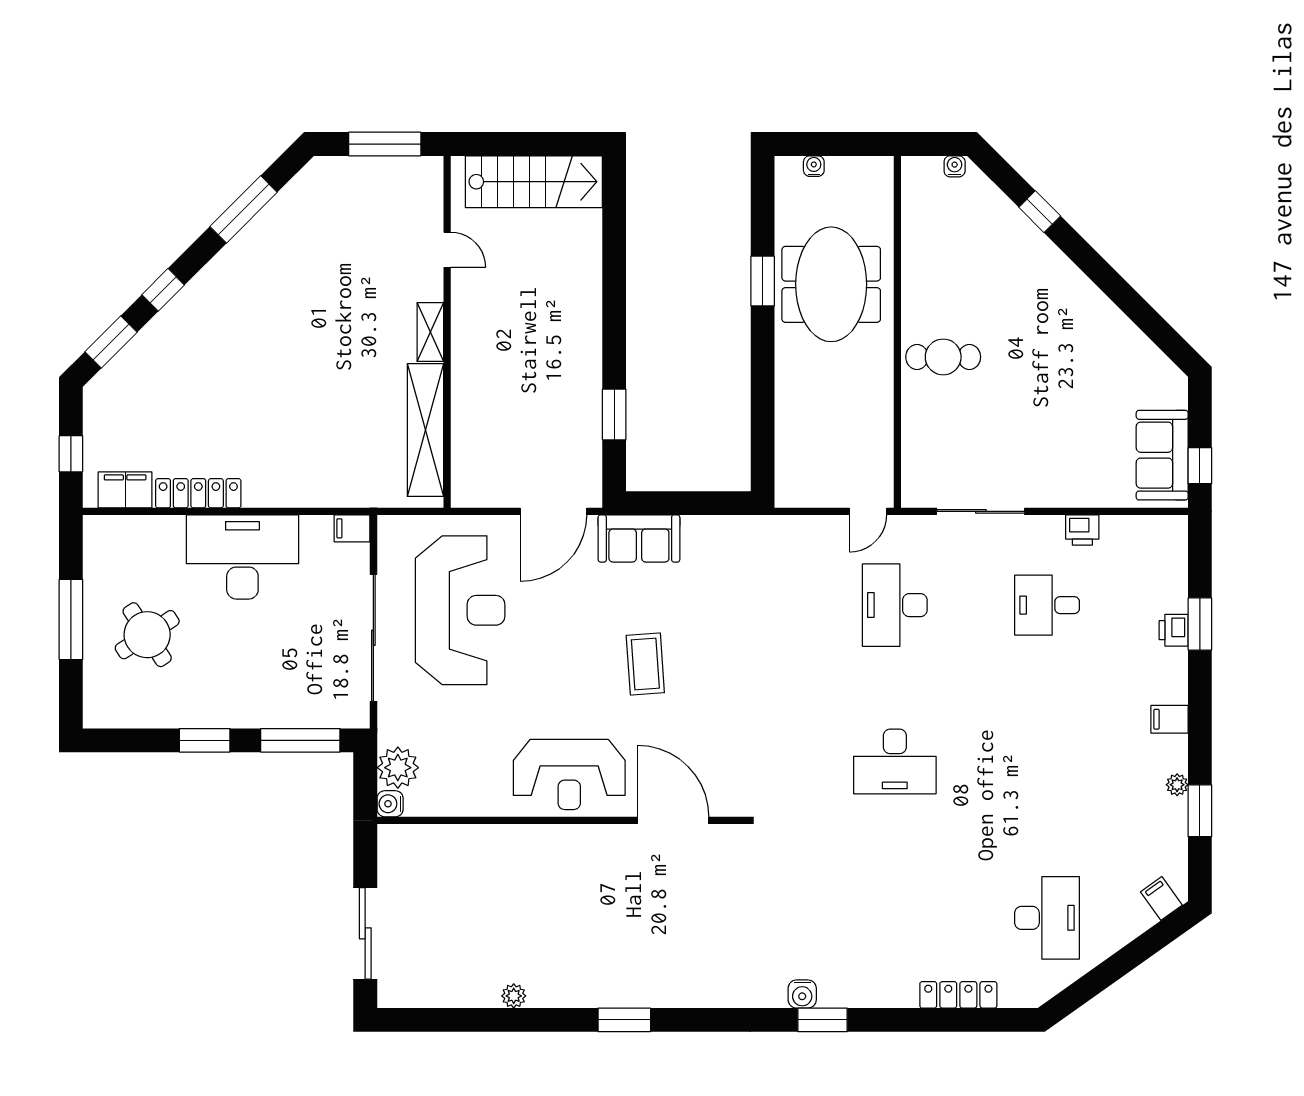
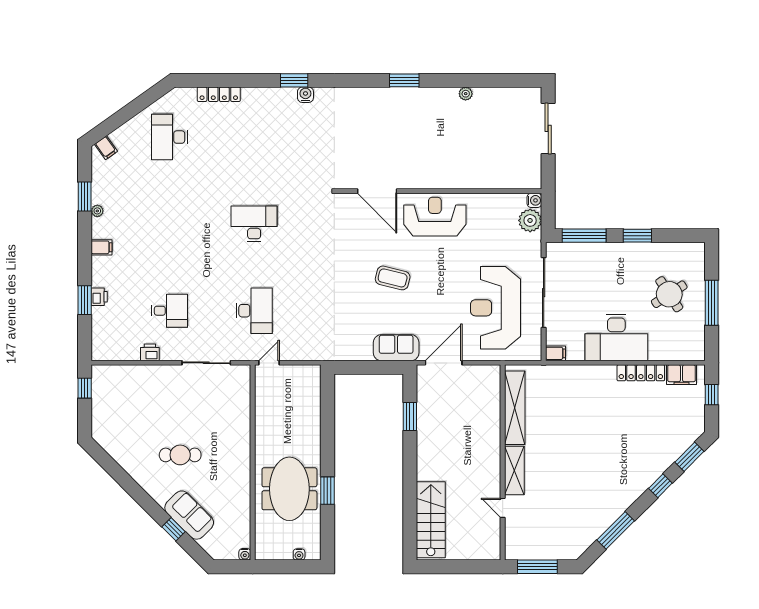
water cooler: (955, 166) -> (245, 554), moved
stairs: (534, 182) -> (431, 520), moved, turned 90
shelving: (430, 332) -> (514, 470), width x1.50, depth x1.33
cafe table: (943, 357) -> (180, 455), moved
sofa: (1162, 455) -> (189, 515), moved, turned -45
coffee table: (645, 664) -> (393, 278), turned -72

